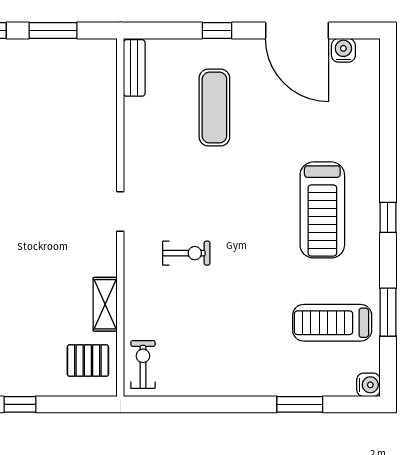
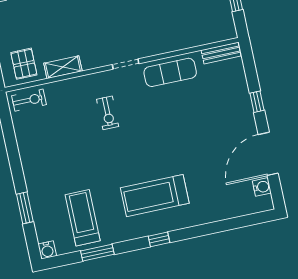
exercise mat: (214, 108) -> (170, 72), moved

